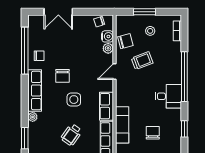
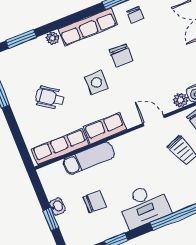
chair: (63, 76) -> (121, 56), turned -90
desk: (168, 96) -> (144, 205), width x1.37

